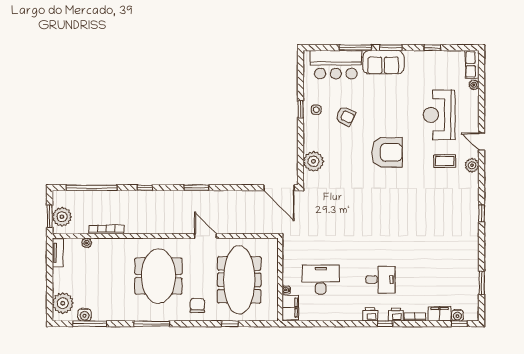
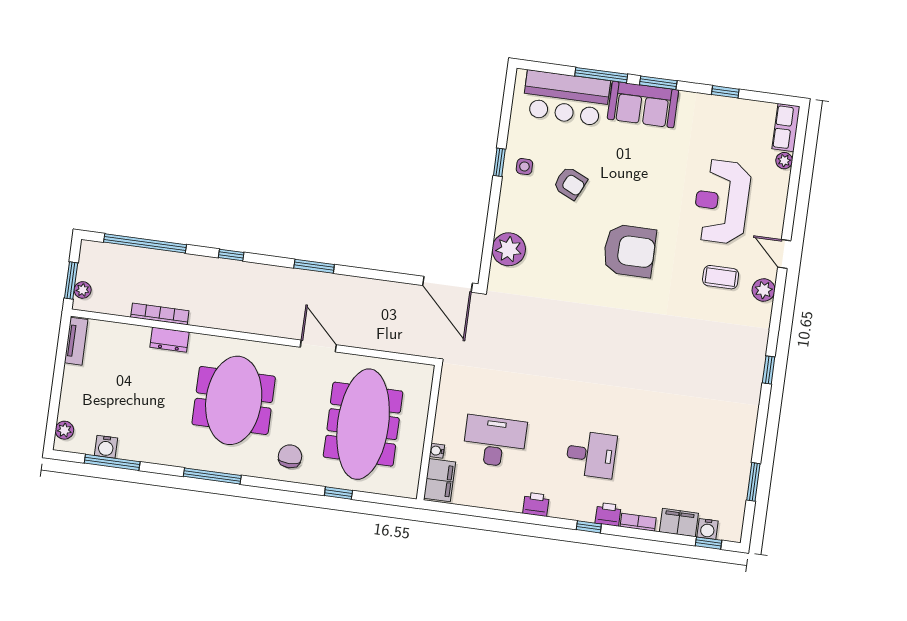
plant: (62, 217) -> (83, 290), width x0.53, depth x0.53
plant: (87, 243) -> (125, 331), removed
dresser: (114, 244) -> (169, 340), added
plant: (63, 303) -> (64, 430), width x0.53, depth x0.53
printer: (370, 314) -> (536, 504), moved

